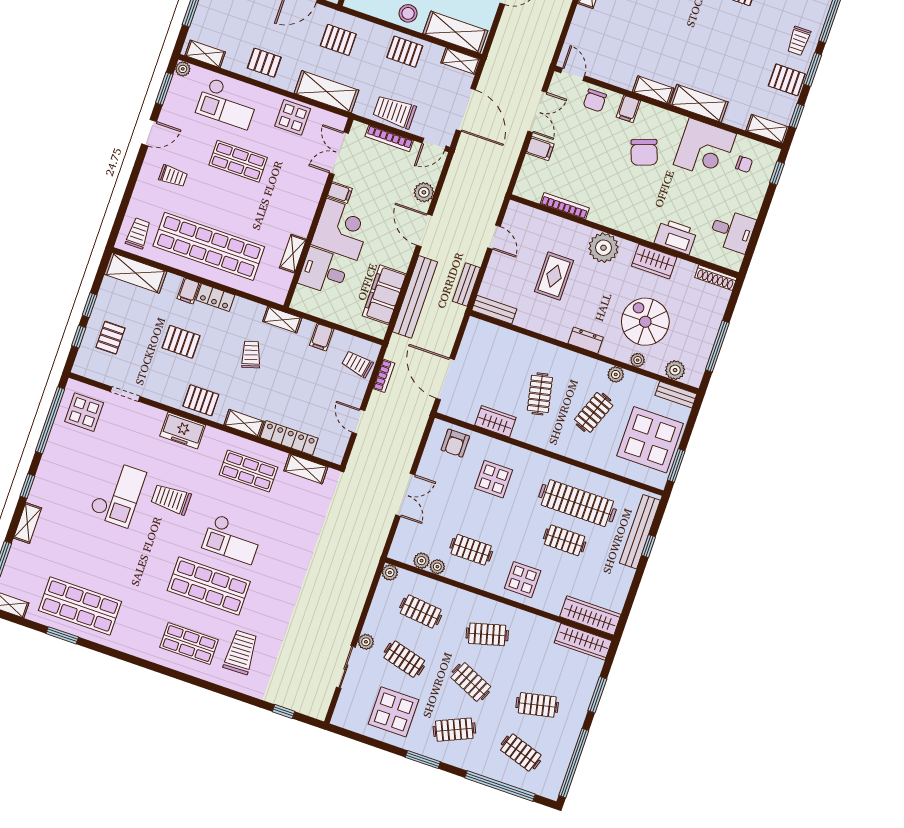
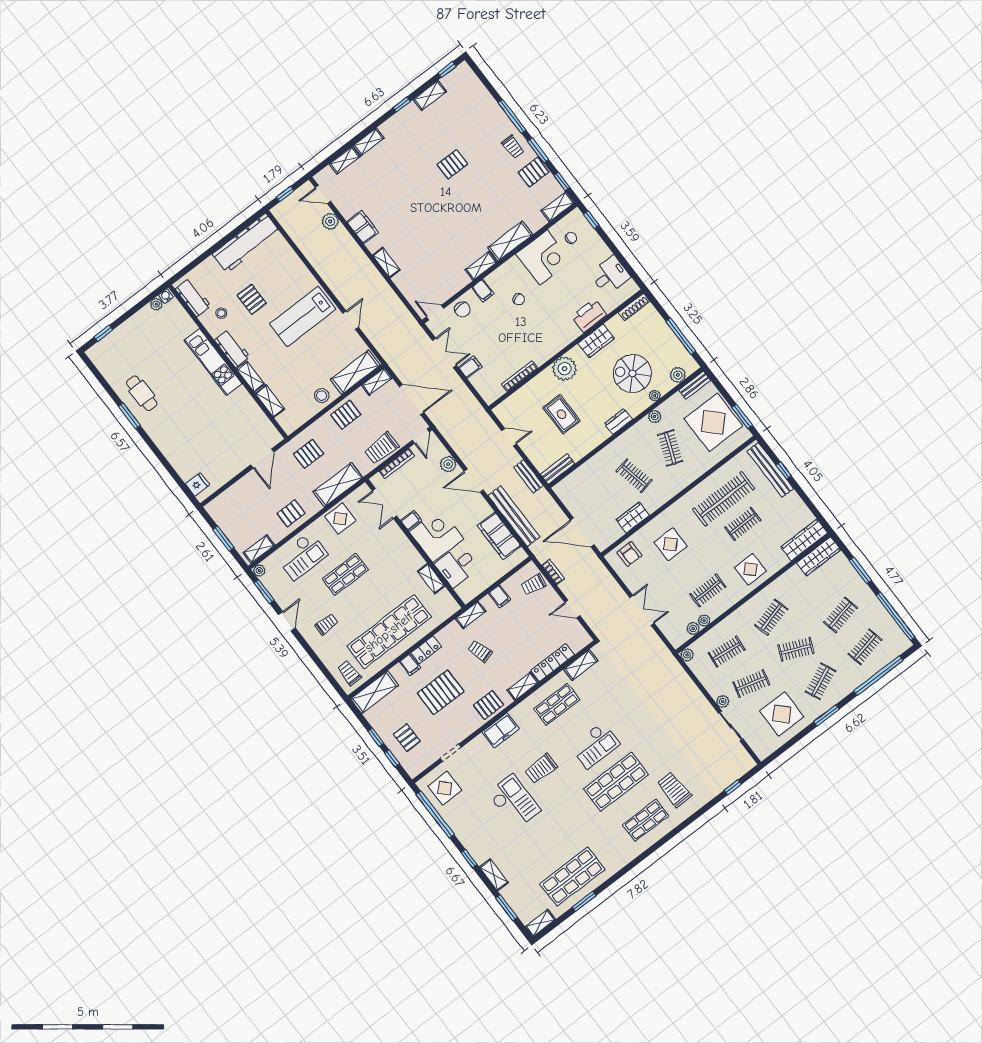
chair: (644, 152) -> (519, 299), width x0.54, depth x0.54
pallet: (181, 342) -> (441, 692), width x1.50, depth x1.42
clothes rail: (521, 753) -> (865, 647), turned -30

